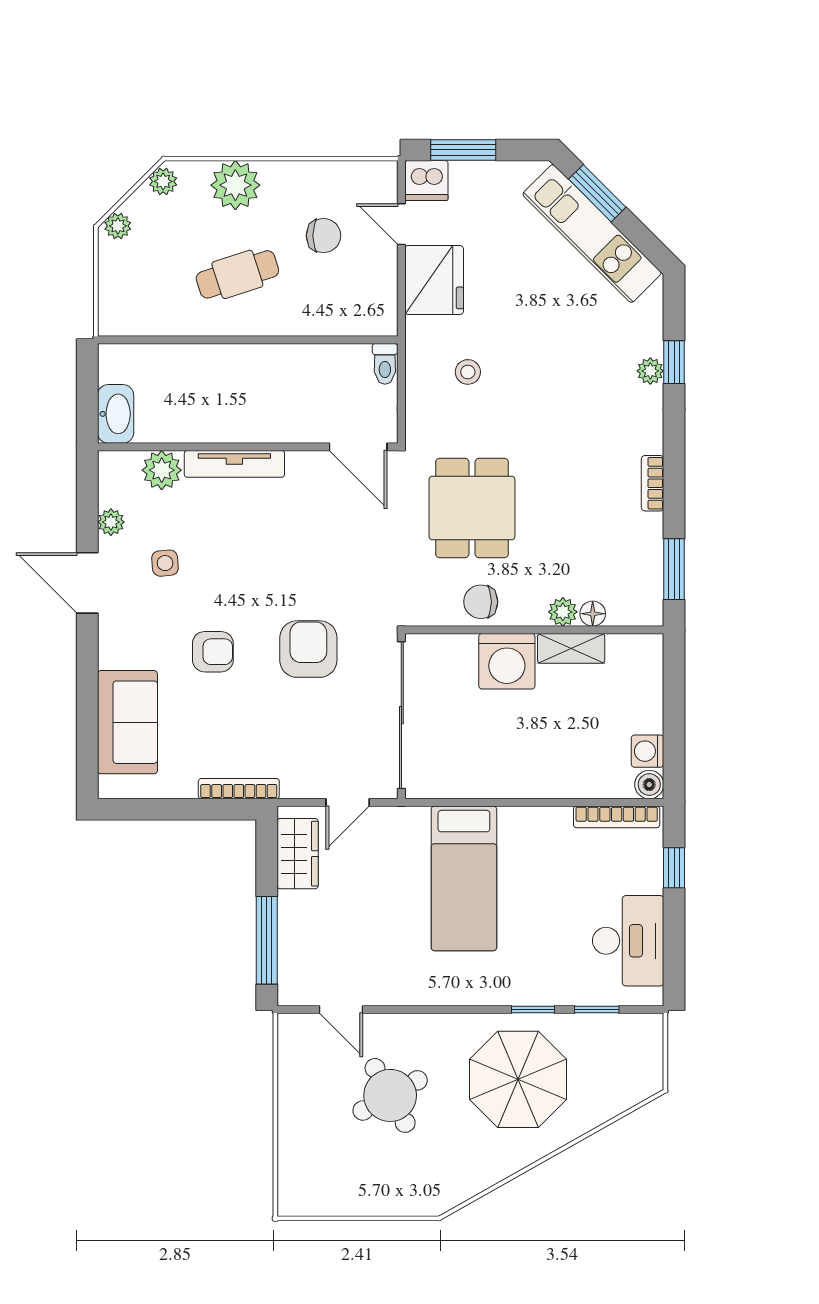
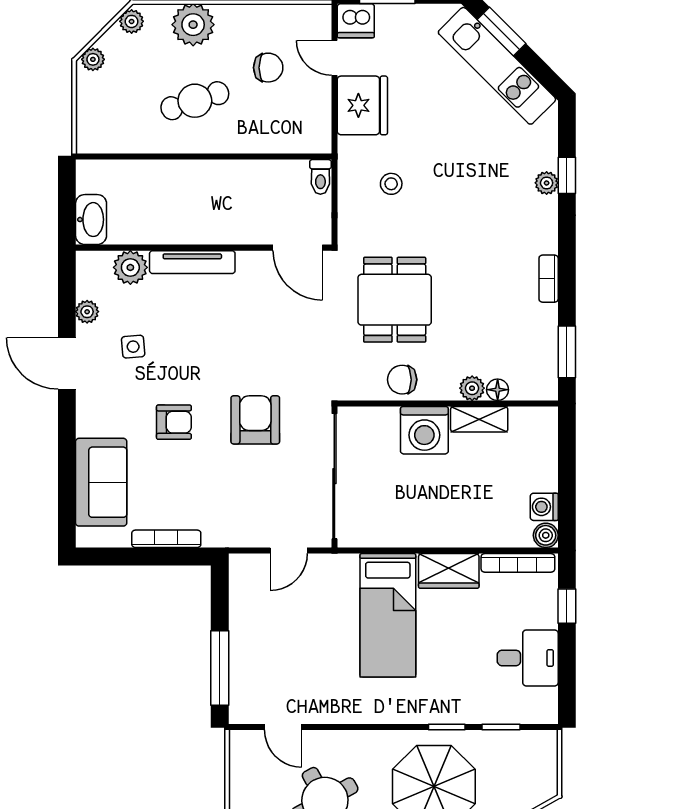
bookcase: (239, 789) -> (166, 539), moved
wardrobe: (298, 854) -> (449, 571), moved, turned 90
desk: (628, 941) -> (528, 658), width x0.73

